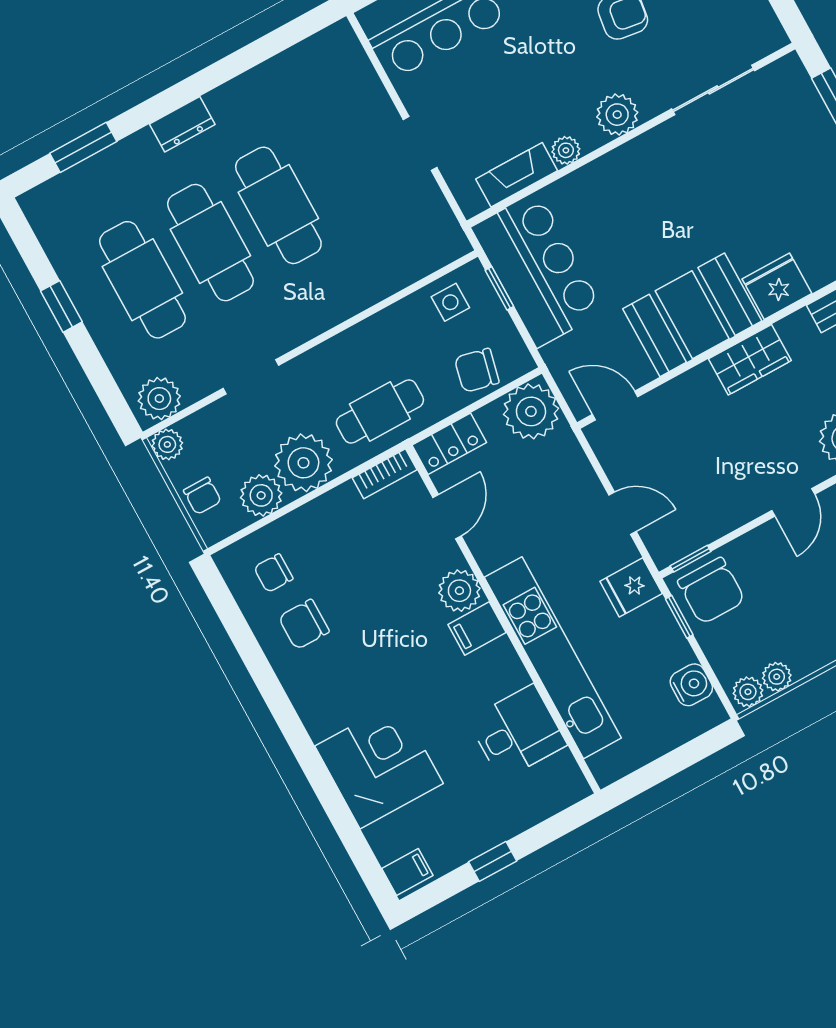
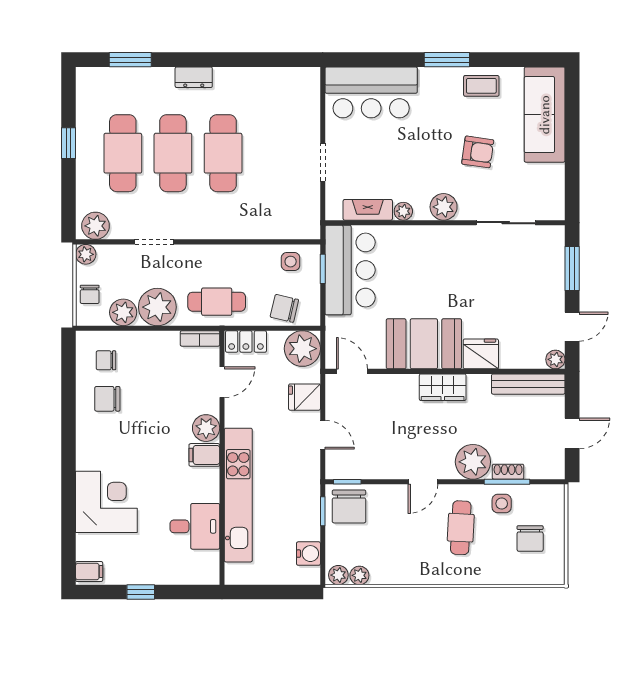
fridge: (631, 587) -> (304, 397), moved

